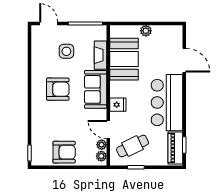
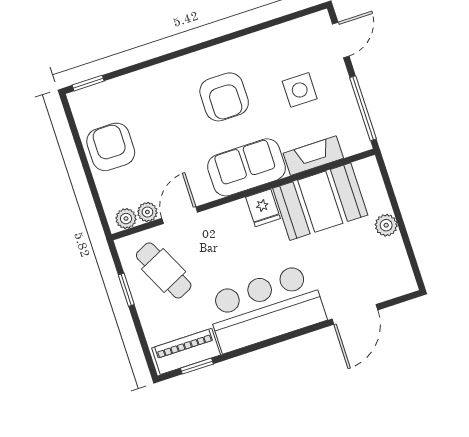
fridge: (118, 105) -> (263, 208), moved
armchair: (64, 152) -> (111, 147), turned 180

